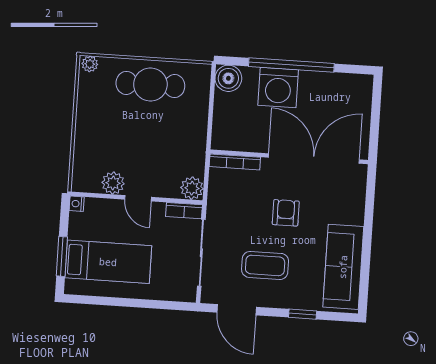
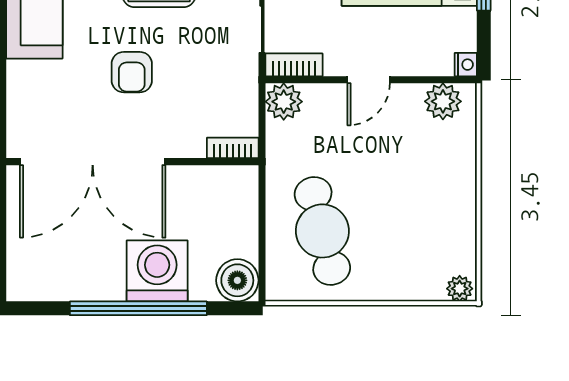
cafe table: (150, 85) -> (322, 231), moved, turned 76
bookcase: (235, 162) -> (233, 148), width x0.64
plant: (113, 183) -> (443, 101), moved
door: (138, 198) -> (369, 80), swing flipped

